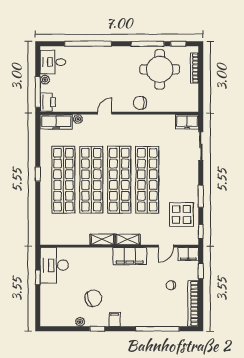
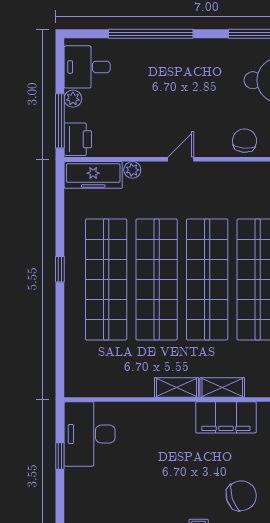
chair: (140, 103) -> (245, 141), turned 95
chair: (93, 298) -> (241, 496), moved

